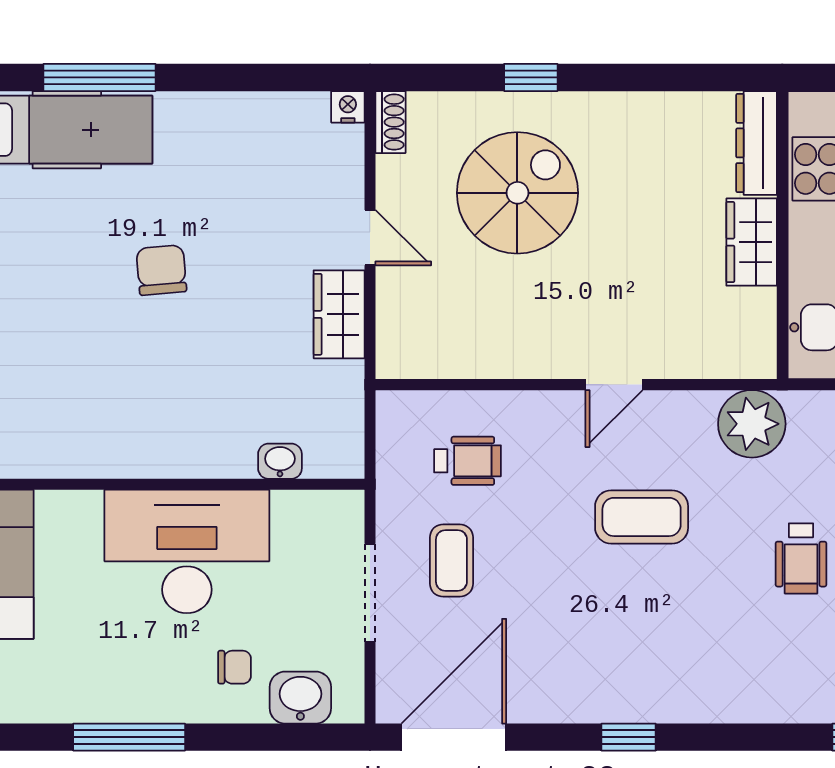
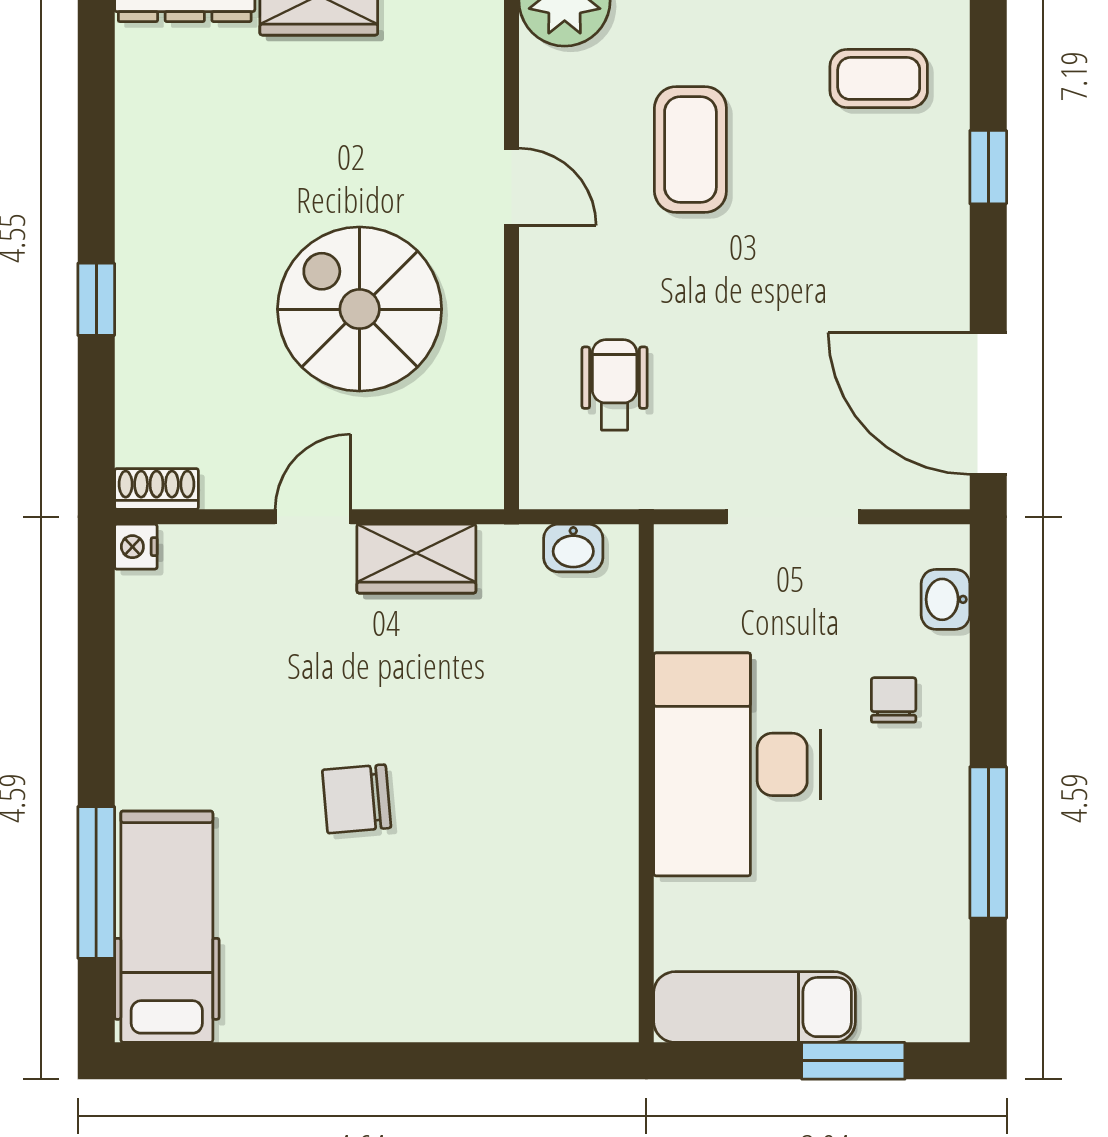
spiral stairs: (517, 193) -> (360, 309), moved
washbasin: (280, 461) -> (573, 548), moved, turned -90
coffee table: (451, 561) -> (879, 78), moved
washbasin: (300, 698) -> (945, 599), width x0.72, depth x0.69

